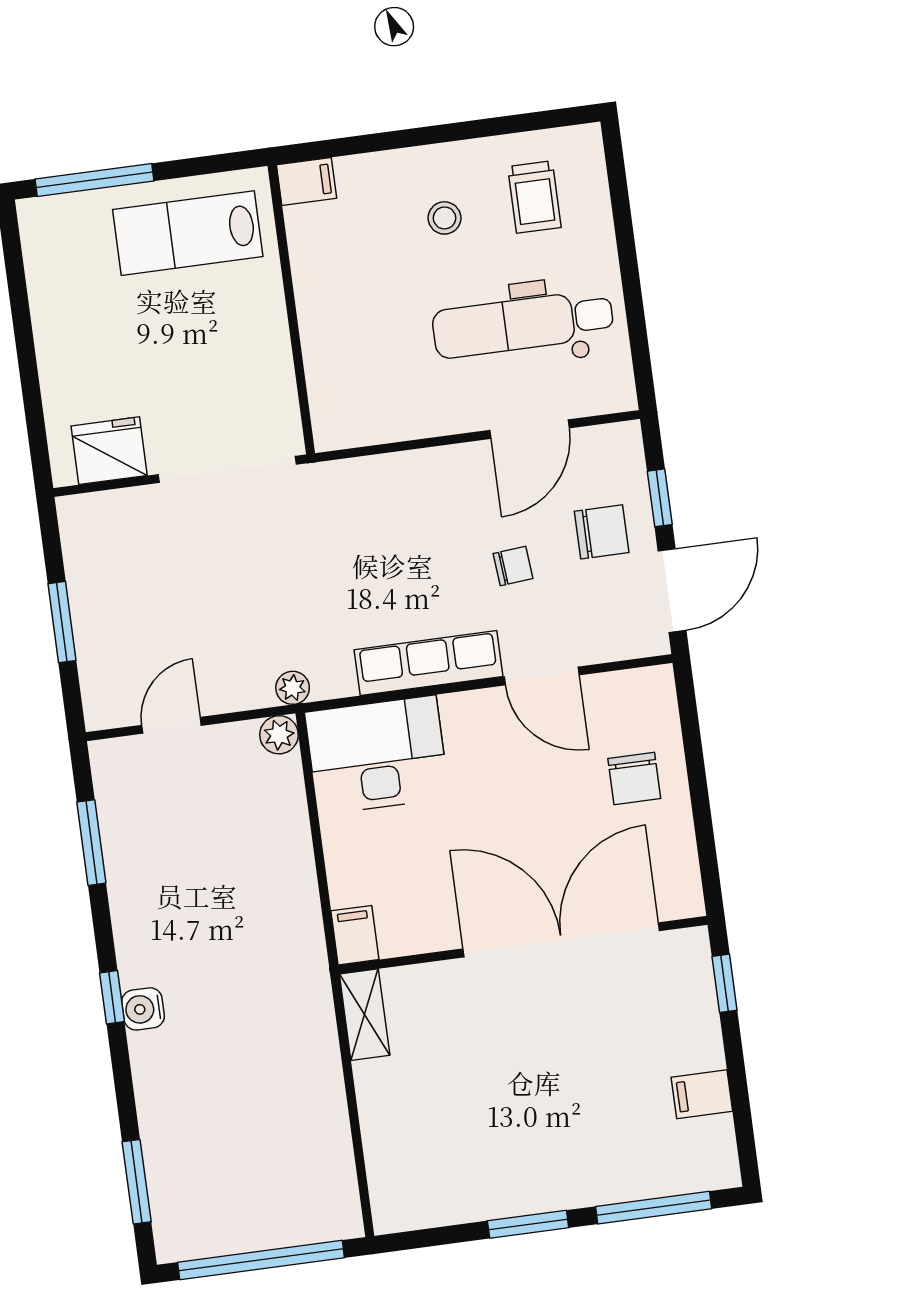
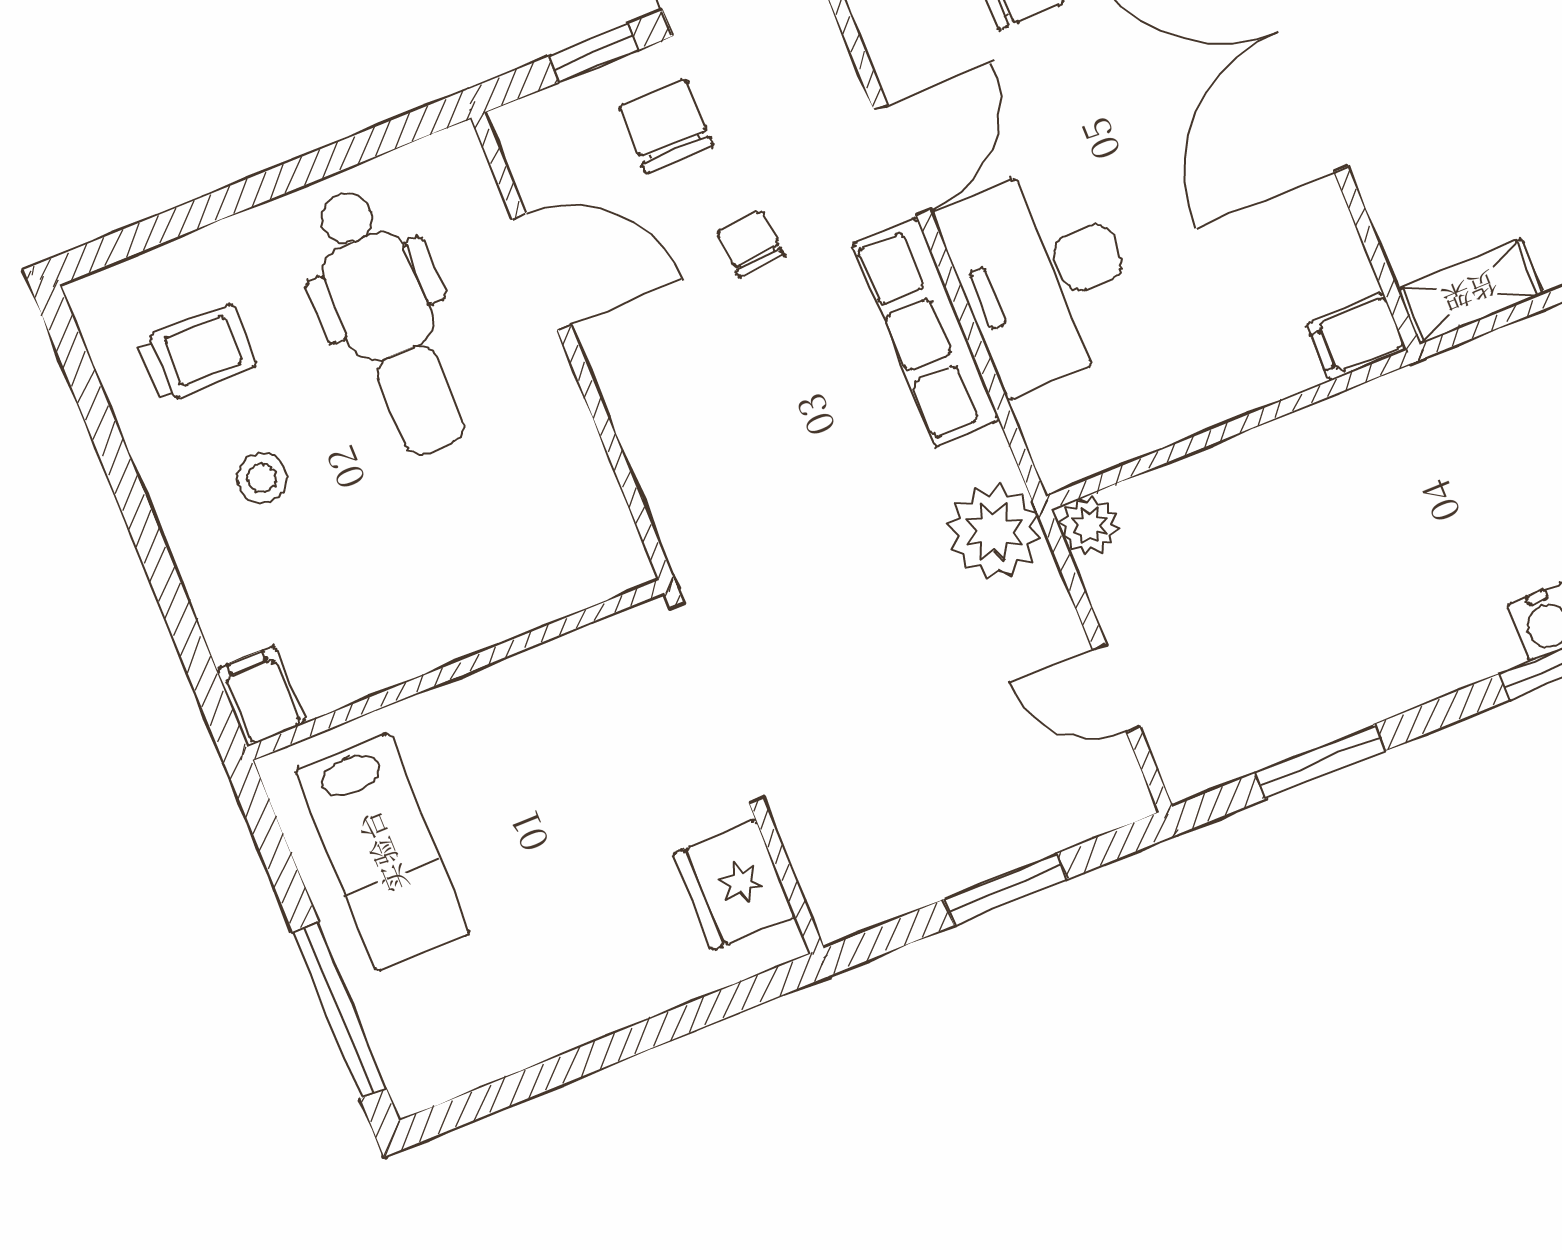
plant: (293, 688) -> (994, 532), width x1.87, depth x1.87
desk: (377, 755) -> (1042, 276), moved

